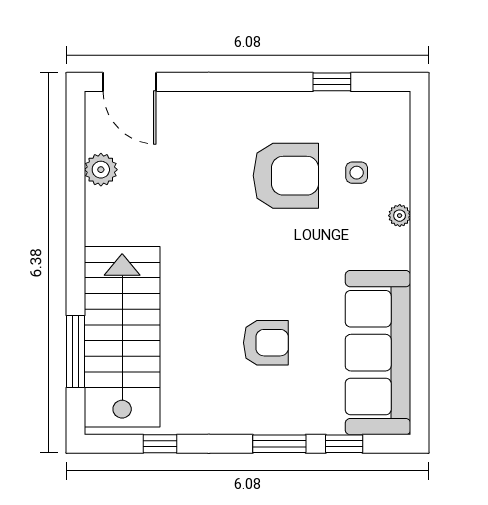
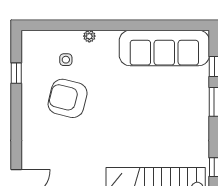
armchair: (286, 176) -> (68, 98), turned -76
armchair: (266, 343) -> (159, 109), removed

